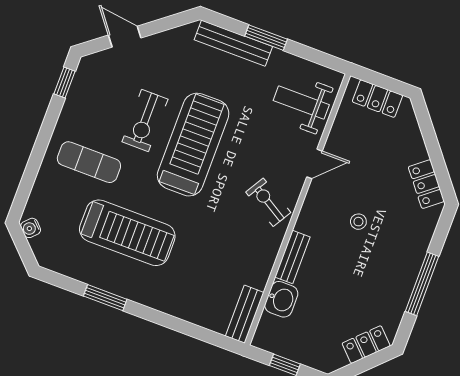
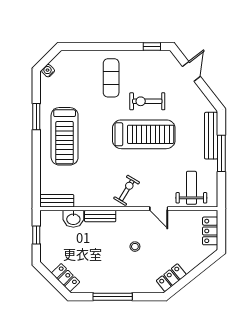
window: (266, 38) -> (221, 153), width x1.44
water cooler: (31, 228) -> (48, 71), moved
treadmill: (127, 233) -> (65, 136), moved

